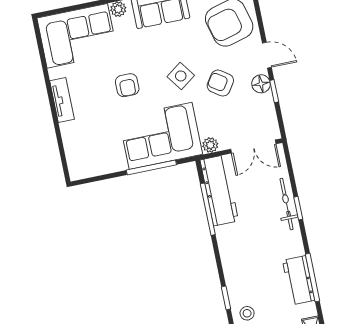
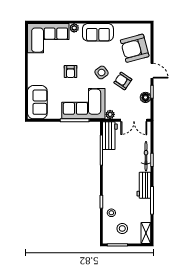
floor lamp: (261, 84) -> (145, 97), moved
tv unit: (62, 100) -> (32, 72), removed
sofa: (81, 149) -> (37, 102), added
workbench: (219, 190) -> (110, 136), width x0.73
workbench: (299, 280) -> (144, 185), moved

